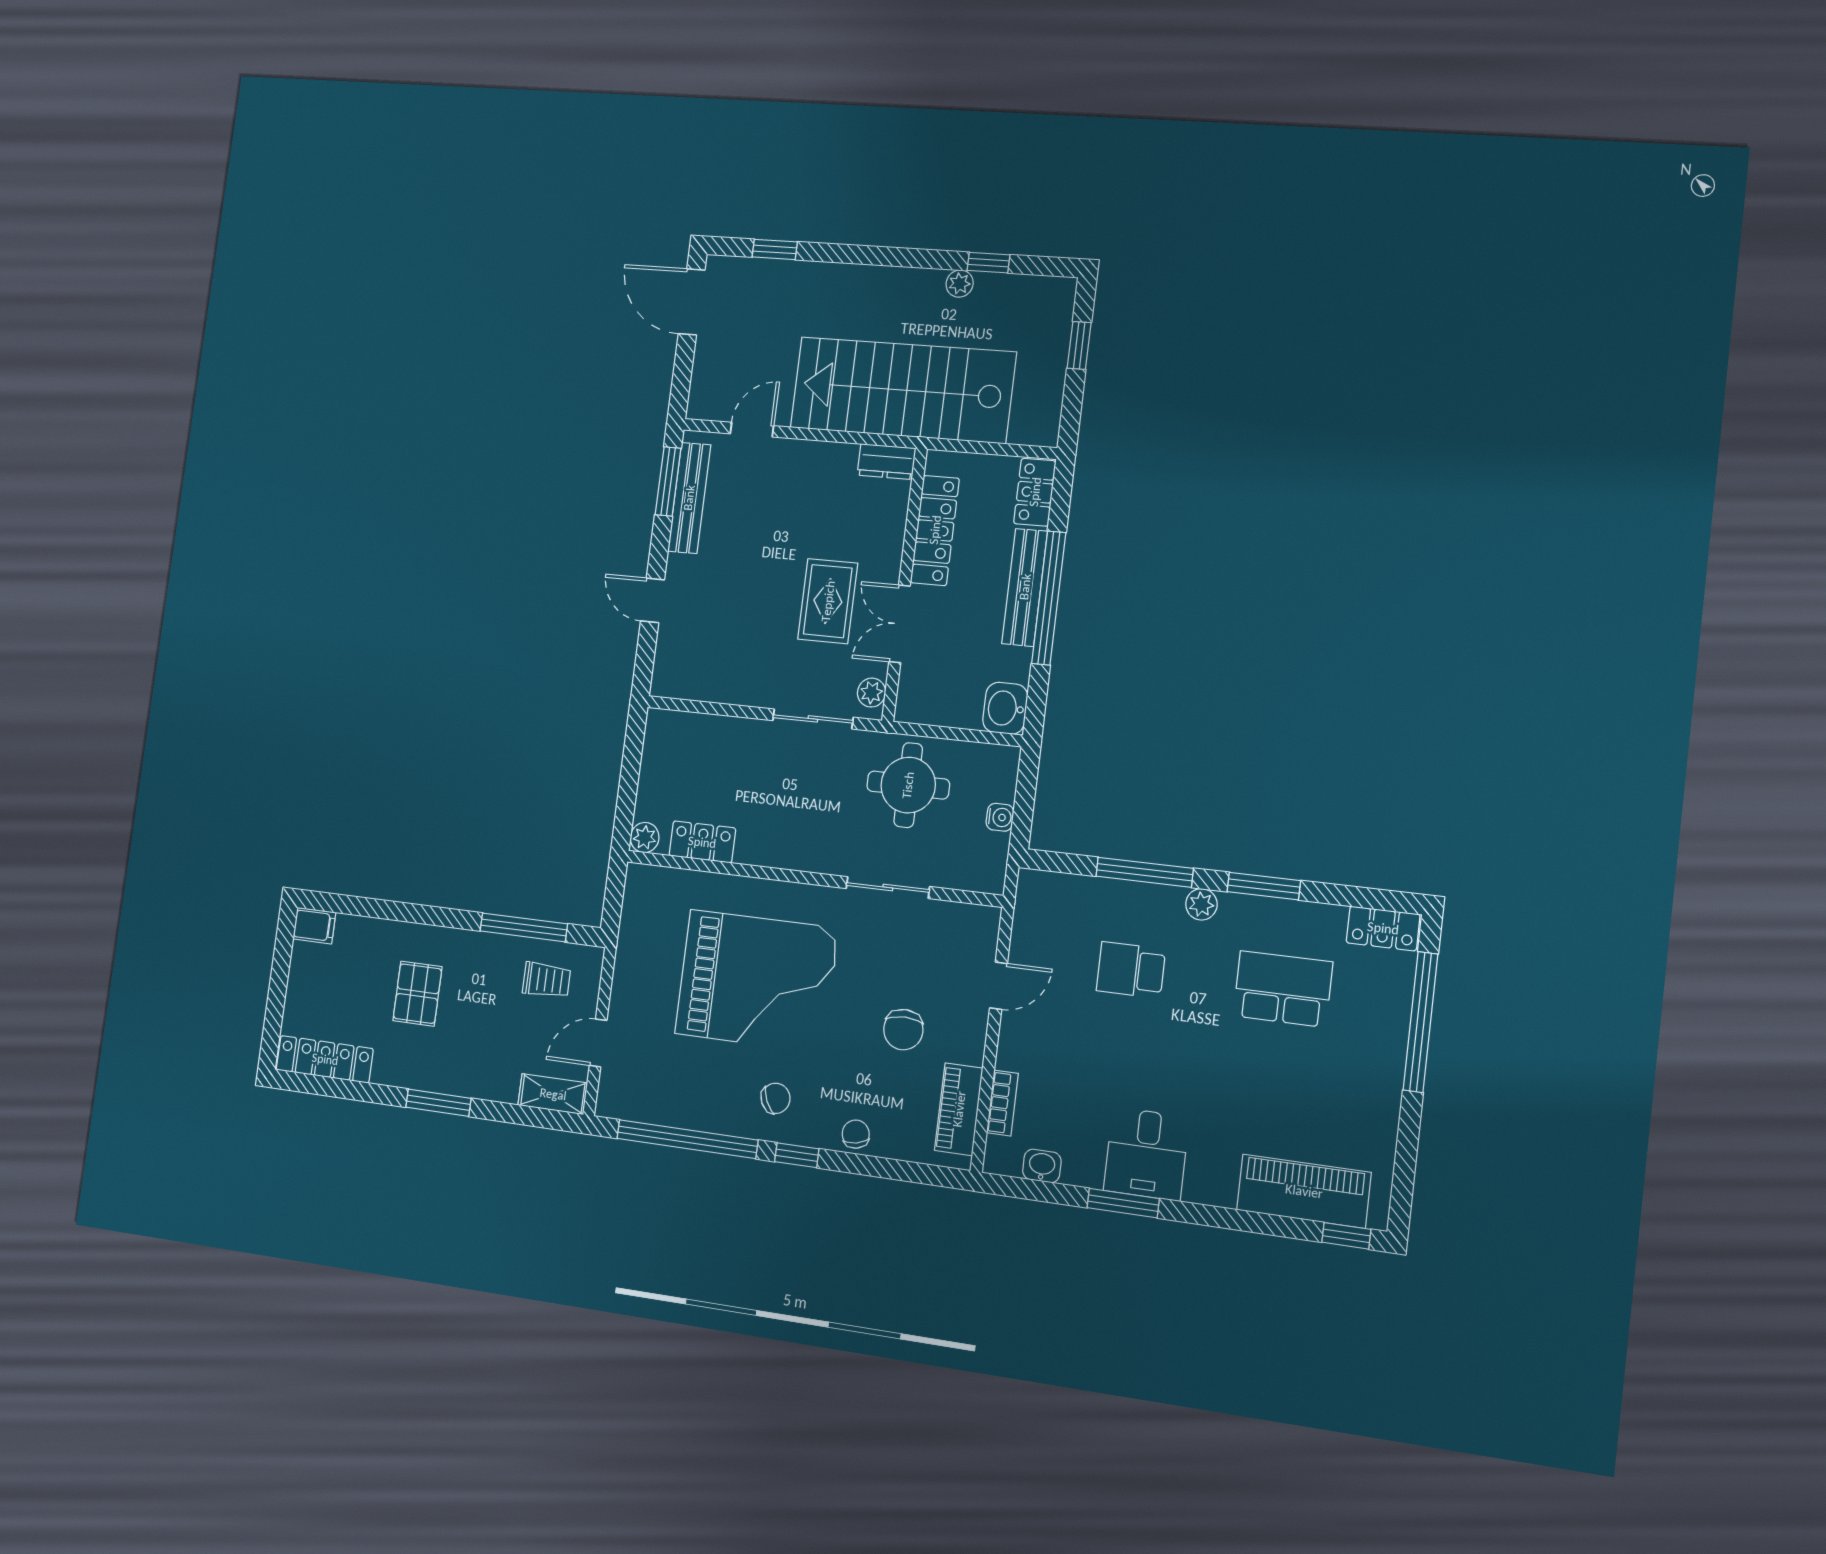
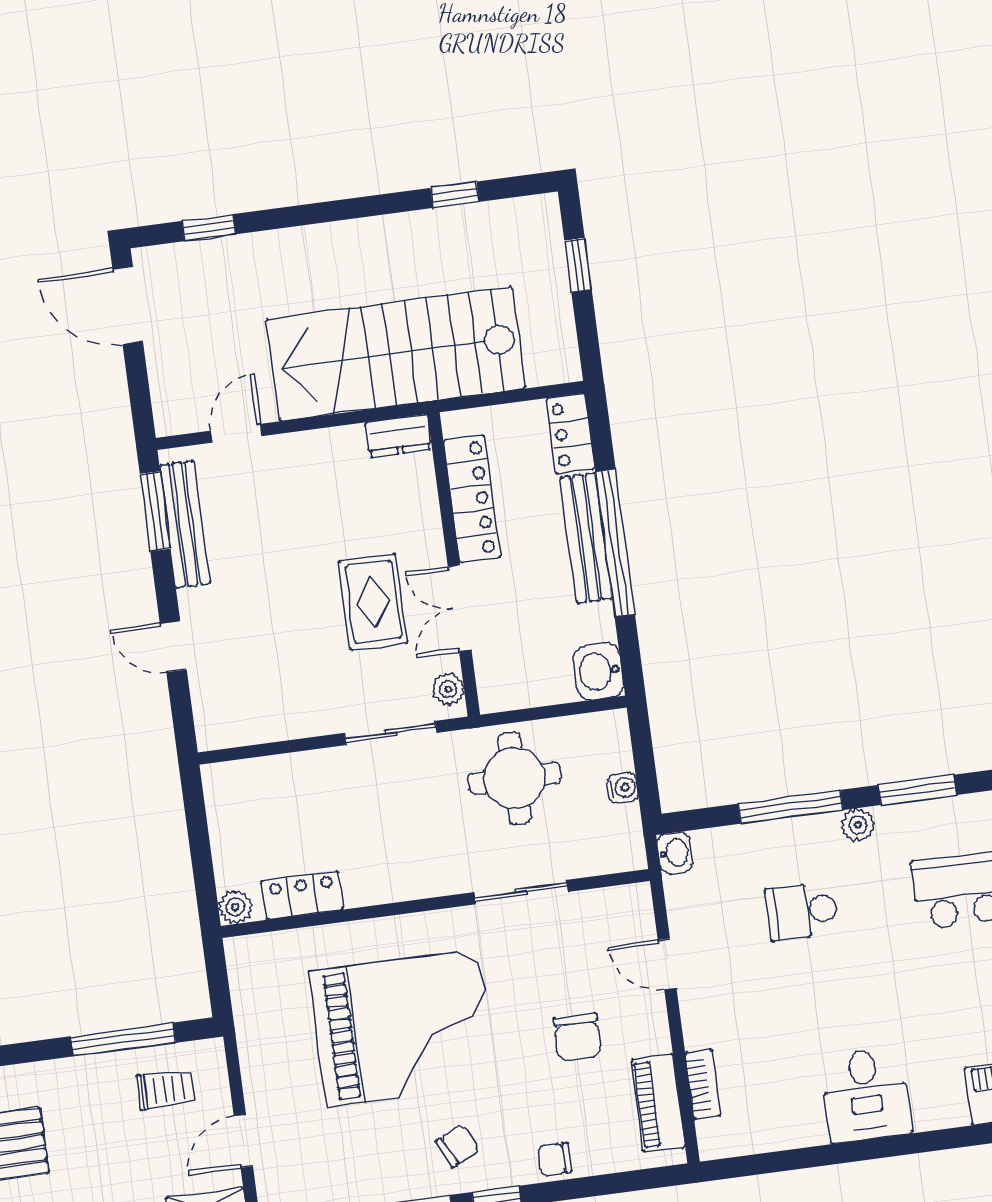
plant: (960, 284) -> (429, 224), removed
door: (998, 986) -> (667, 964), swing flipped
chair: (856, 1134) -> (555, 1159), turned -78
washbasin: (1042, 1166) -> (675, 853), moved, turned 90
window: (1123, 1203) -> (855, 1151), removed

